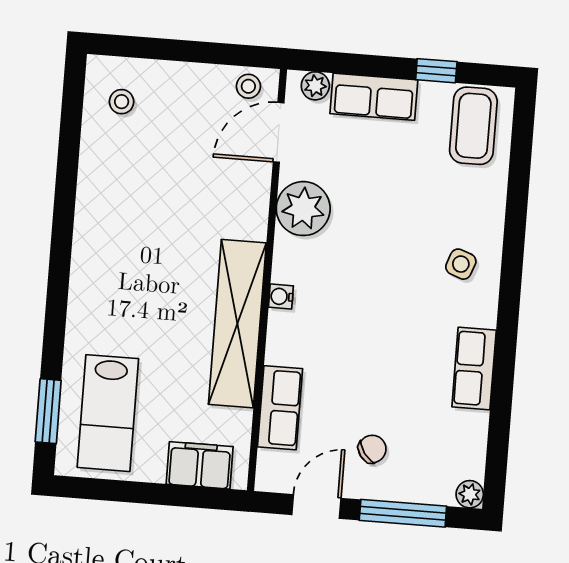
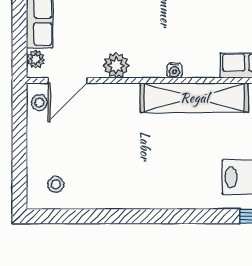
door: (279, 132) -> (68, 81), hinge flipped
plant: (303, 209) -> (116, 65), width x0.73, depth x0.73

